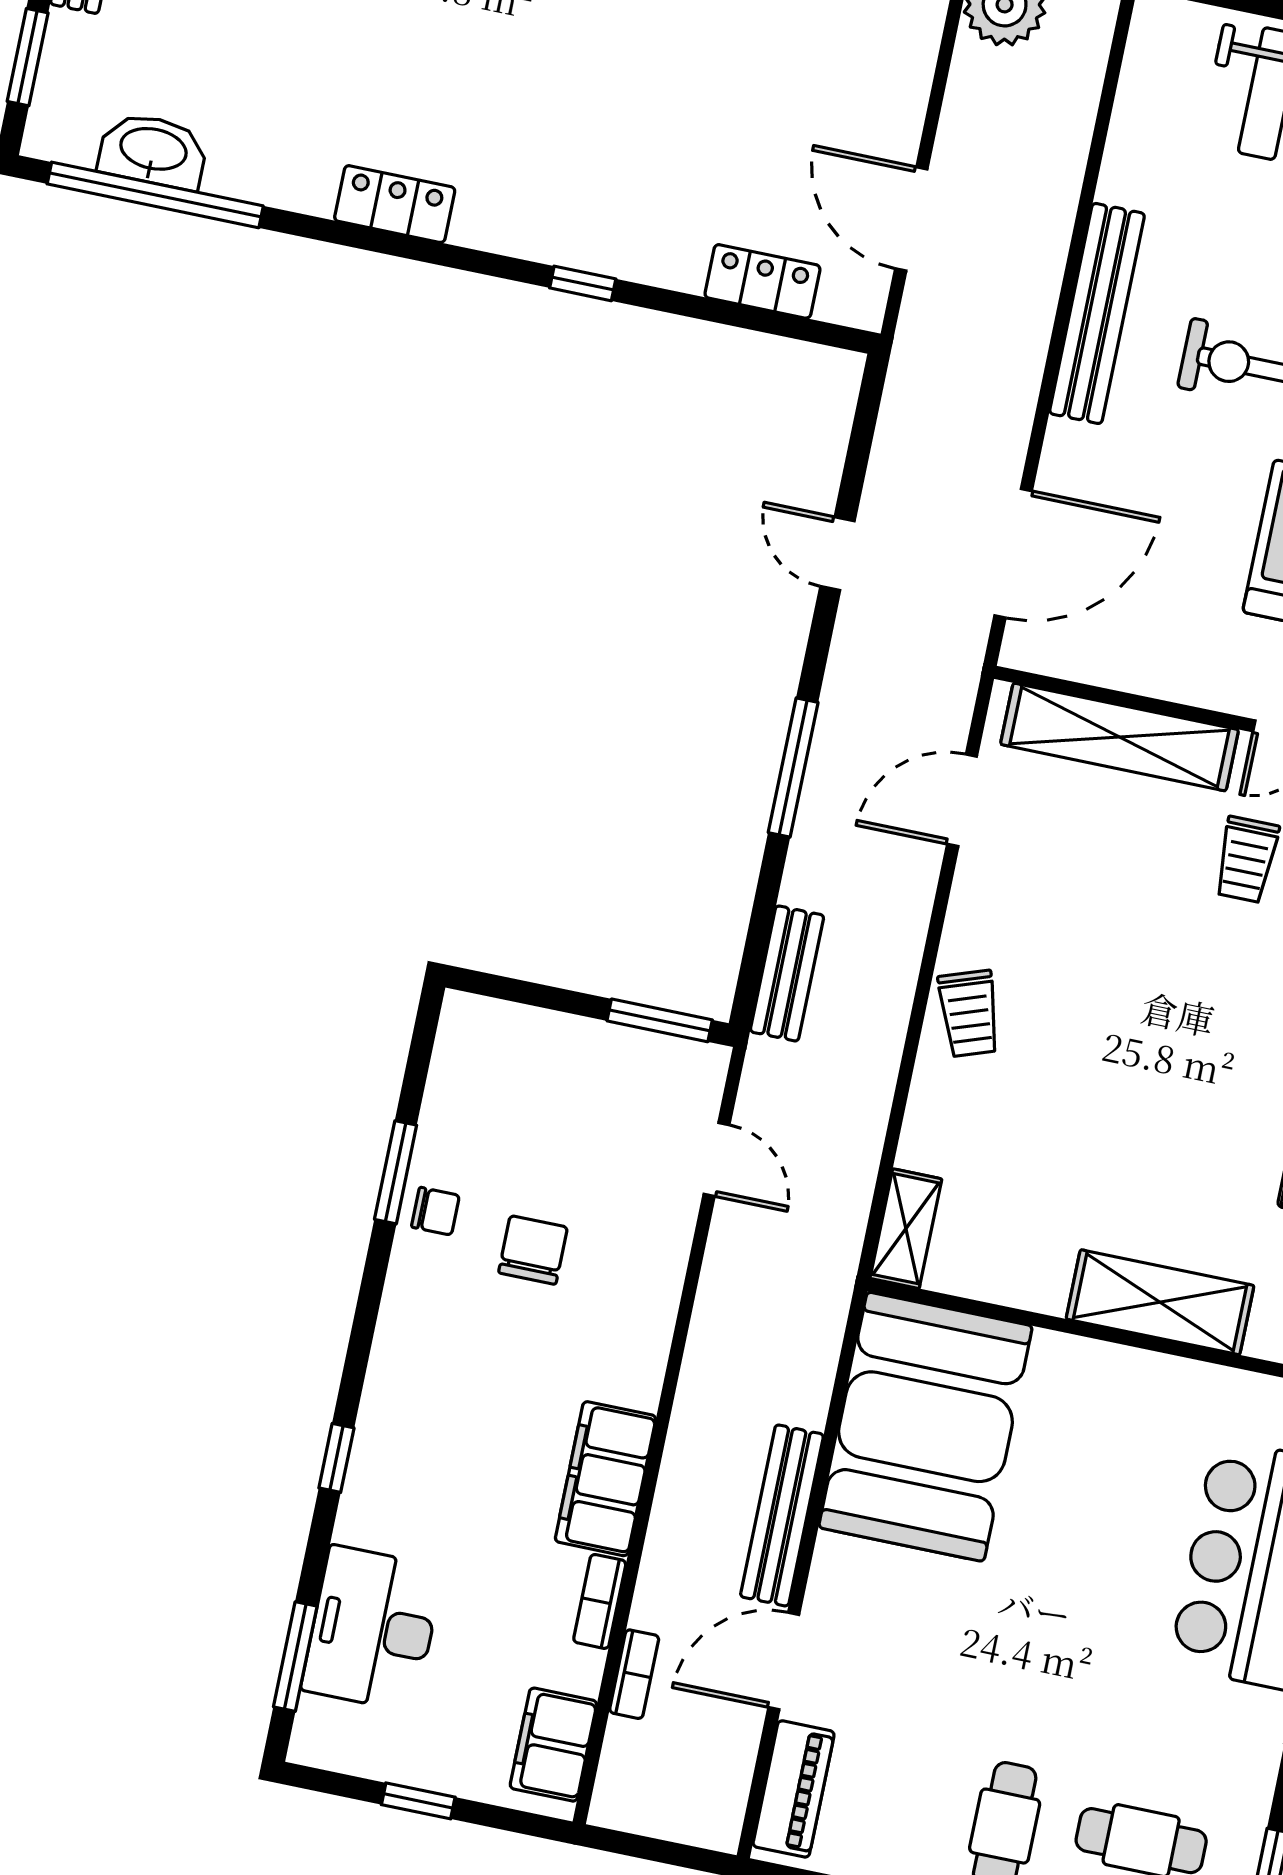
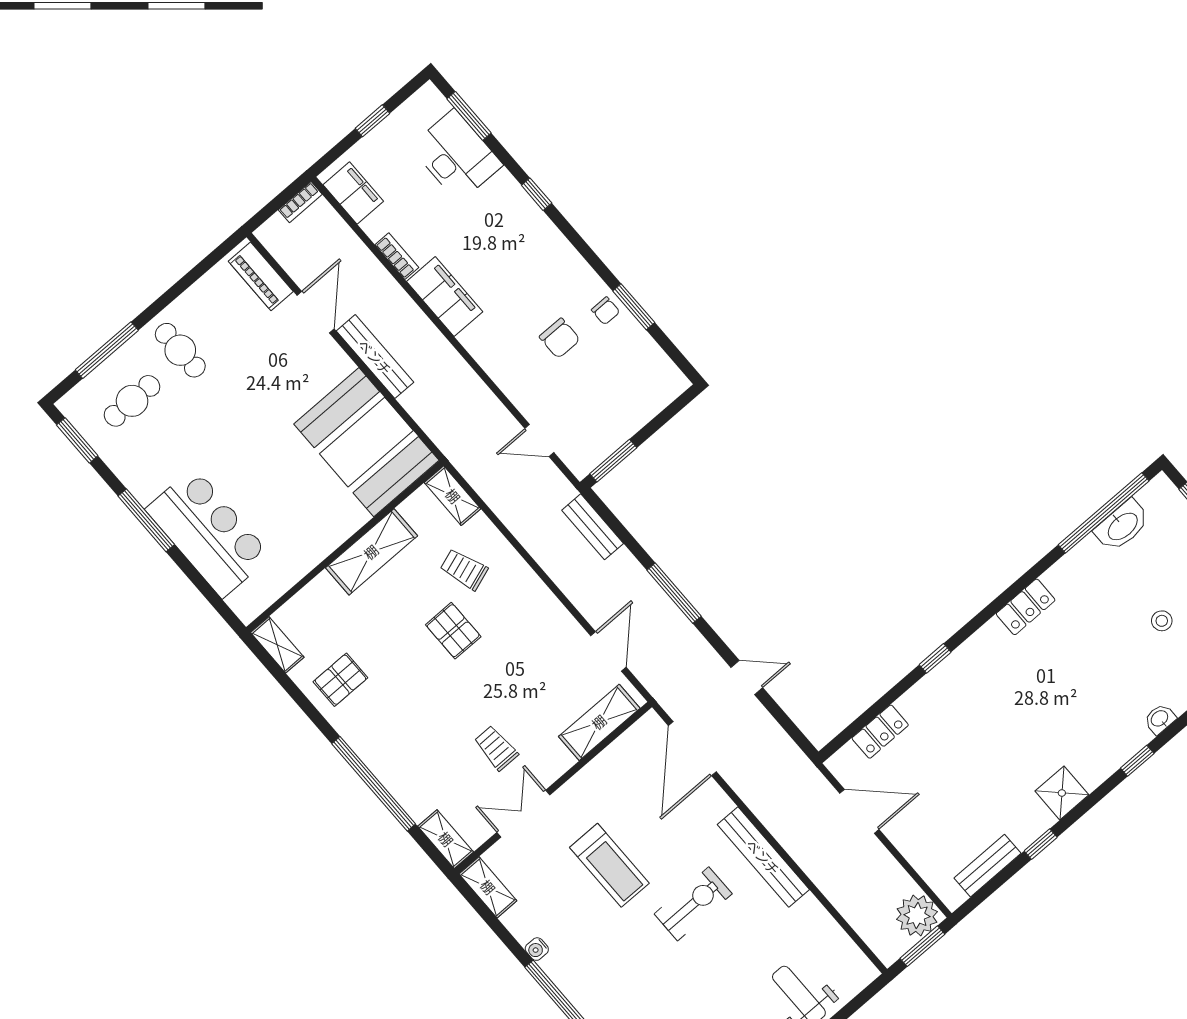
shelving: (1120, 737) -> (599, 722), width x0.68
trolley: (969, 1013) -> (464, 569), moved
pallet: (1115, 1066) -> (453, 631), added
chair: (436, 1211) -> (606, 311), turned -90
shelving: (1160, 1302) -> (371, 552), moved
bookcase: (634, 1674) -> (300, 202), moved, turned -90

